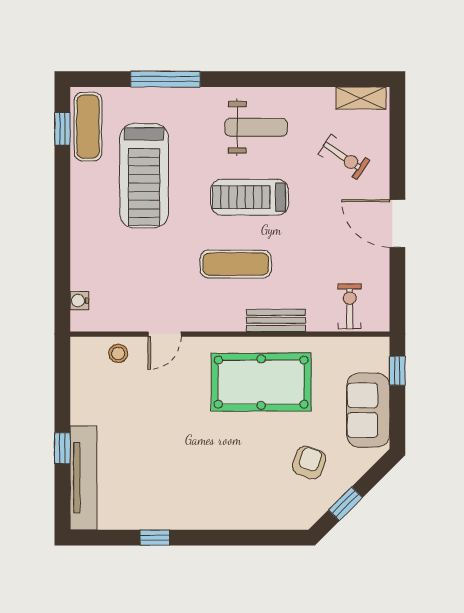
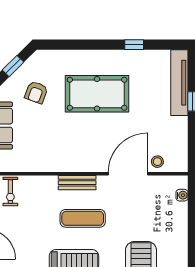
bench: (276, 320) -> (77, 183), moved
door: (165, 334) -> (128, 174), width x1.87
pool table: (261, 382) -> (97, 94), moved

